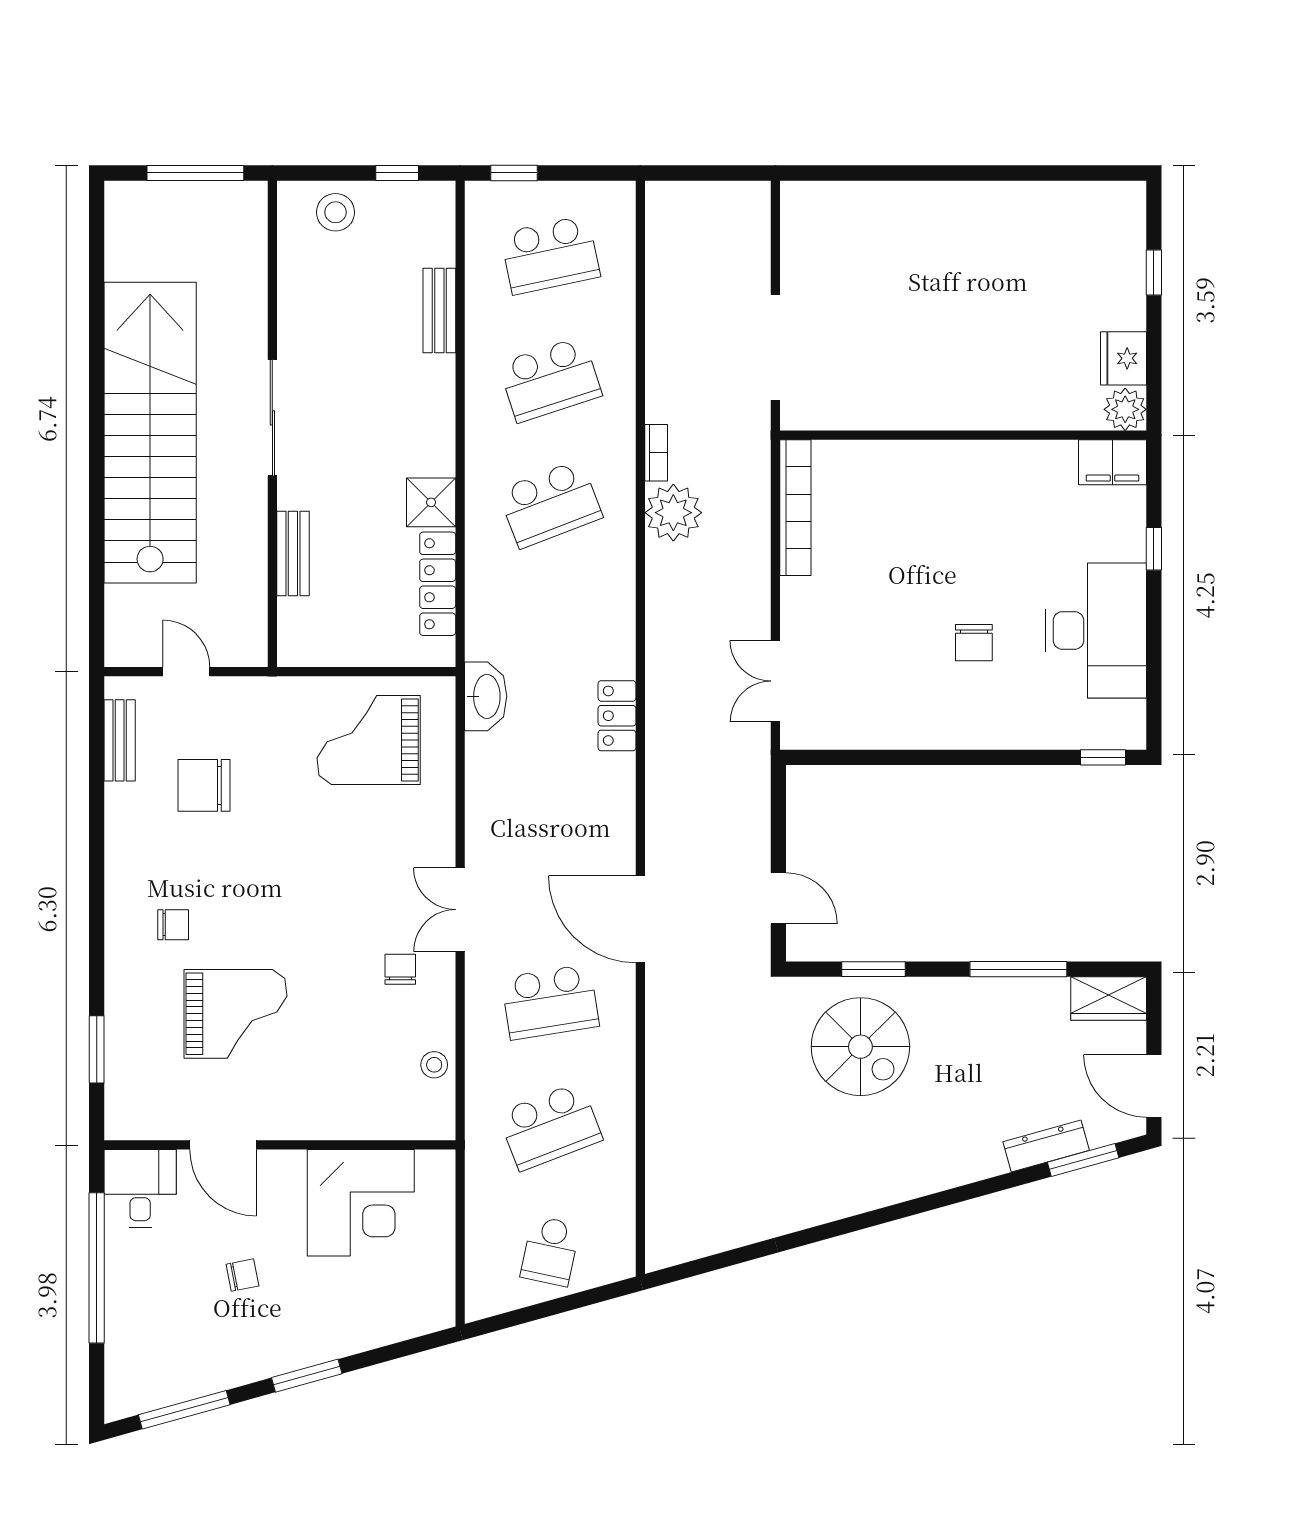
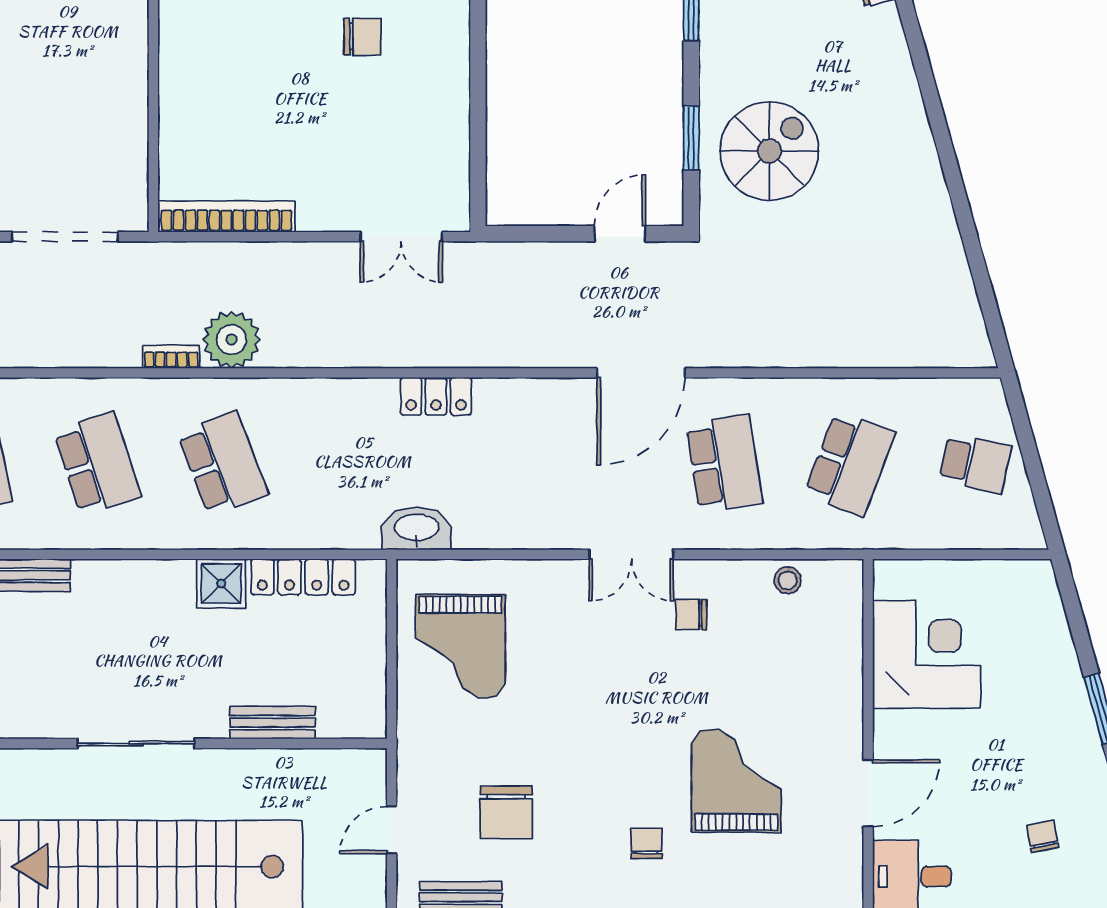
school desk: (550, 1126) -> (850, 464), turned 42
chair: (242, 1275) -> (1043, 836), moved

